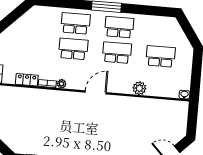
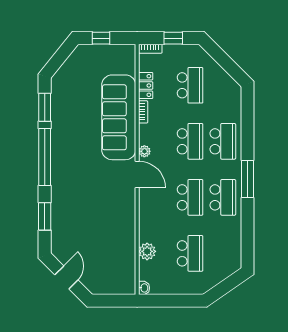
school desk: (30, 45) -> (190, 85), added
plant: (62, 84) -> (144, 151), moved
plant: (139, 88) -> (147, 251), moved
sofa: (50, 103) -> (119, 117), added

